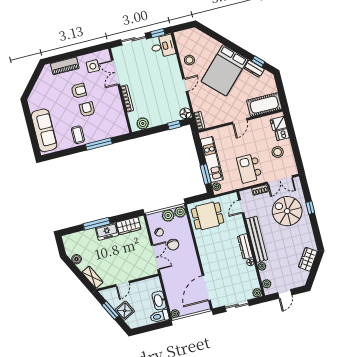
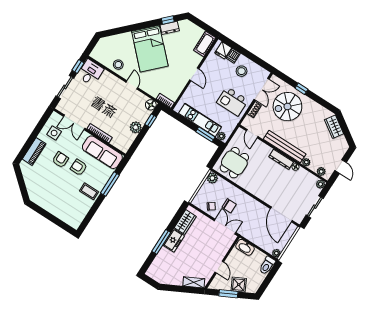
cot: (264, 105) -> (205, 44), width x0.73, depth x0.75
plant: (143, 123) -> (136, 127), moved
sofa: (44, 130) -> (102, 152), moved, turned 180
plant: (168, 215) -> (206, 189), removed
boiler: (77, 259) -> (171, 280), removed
washbasin: (159, 300) -> (245, 247), moved

